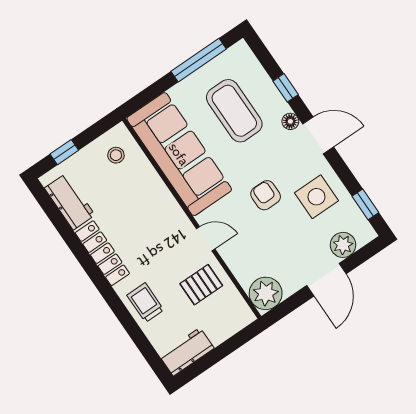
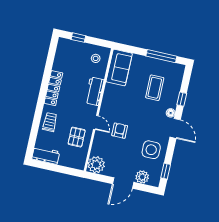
coffee table: (234, 111) -> (155, 88), width x0.73, depth x0.76
sofa: (179, 154) -> (119, 68), width x0.54, depth x0.79
armchair: (266, 195) -> (120, 131), moved
workbench: (70, 202) -> (94, 91), moved, turned 180
pallet: (201, 285) -> (77, 137), turned 90

